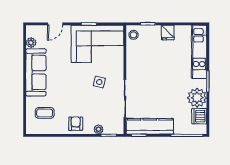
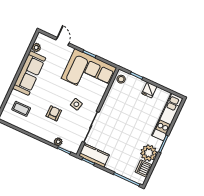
door: (55, 24) -> (62, 41), swing flipped
armchair: (76, 124) -> (54, 113), moved
kitchen counter: (150, 126) -> (94, 155), width x0.67

